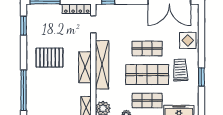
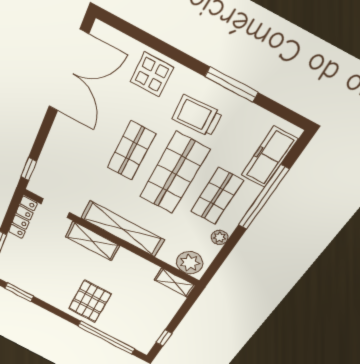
pallet: (49, 58) -> (90, 301), moved
shelving: (85, 67) -> (92, 241), moved
window: (201, 77) -> (231, 84), width x1.44

